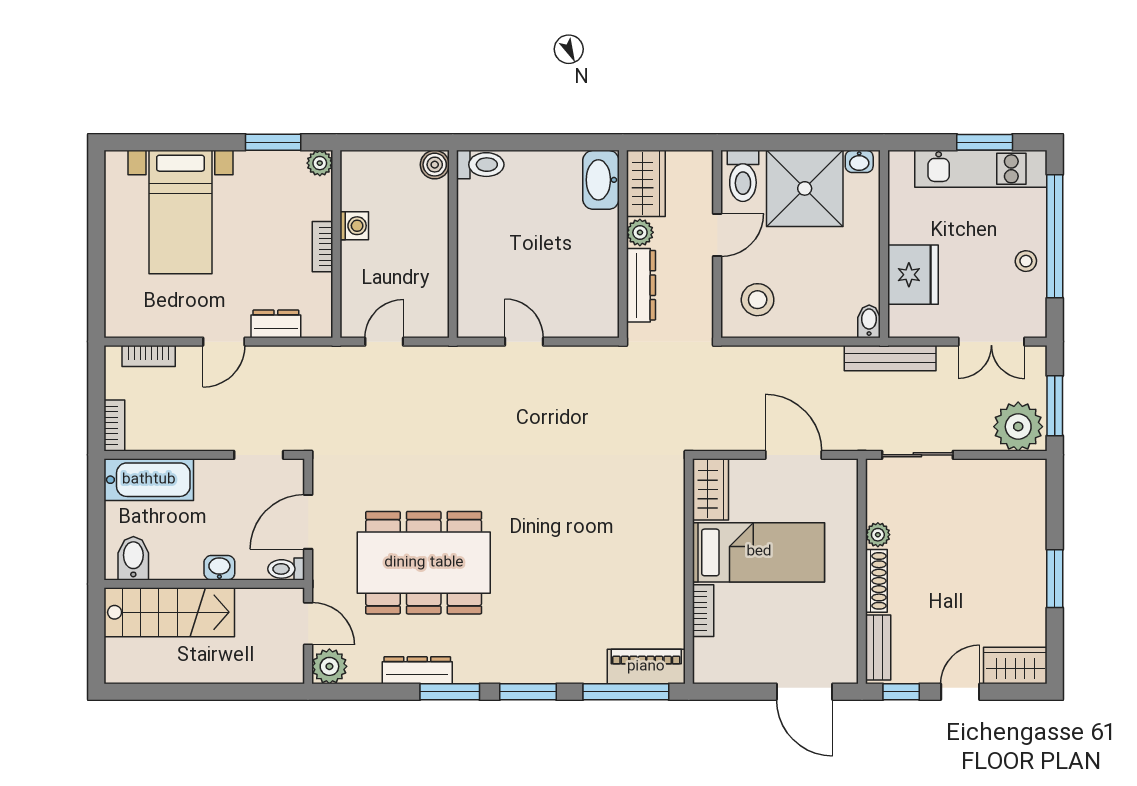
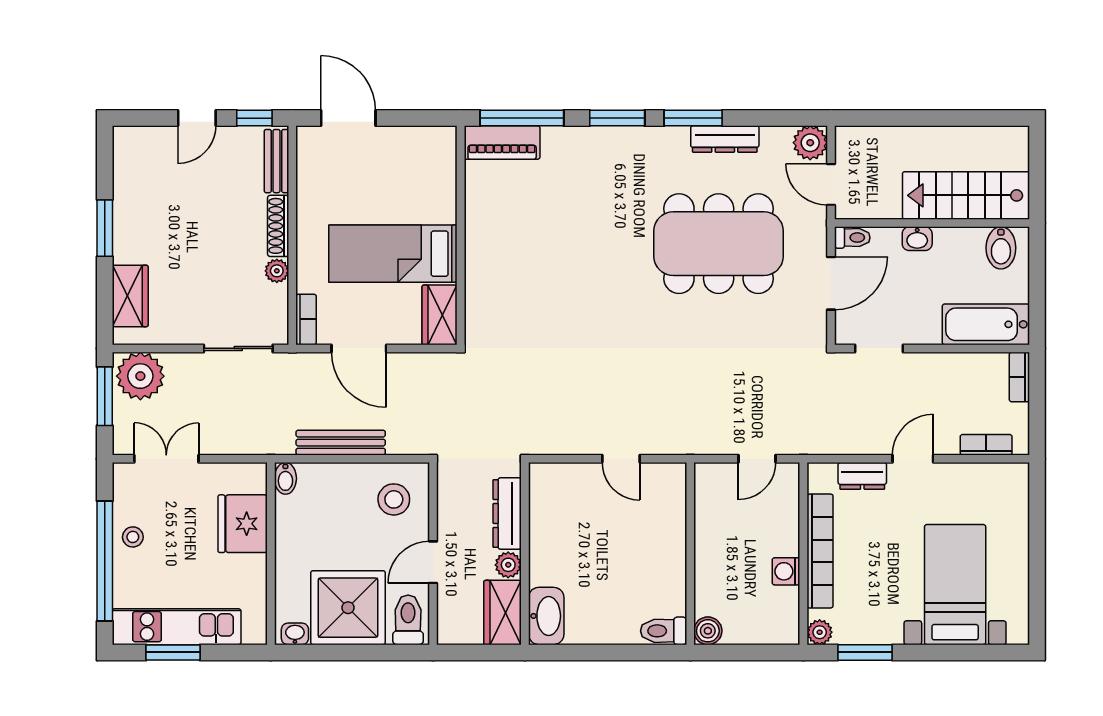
bookcase: (322, 247) -> (820, 551), width x2.31, depth x1.31
bench: (890, 358) -> (341, 443), moved
bookcase: (703, 611) -> (306, 319), moved, turned 180
wardrobe: (1015, 666) -> (130, 296), moved, turned -90

